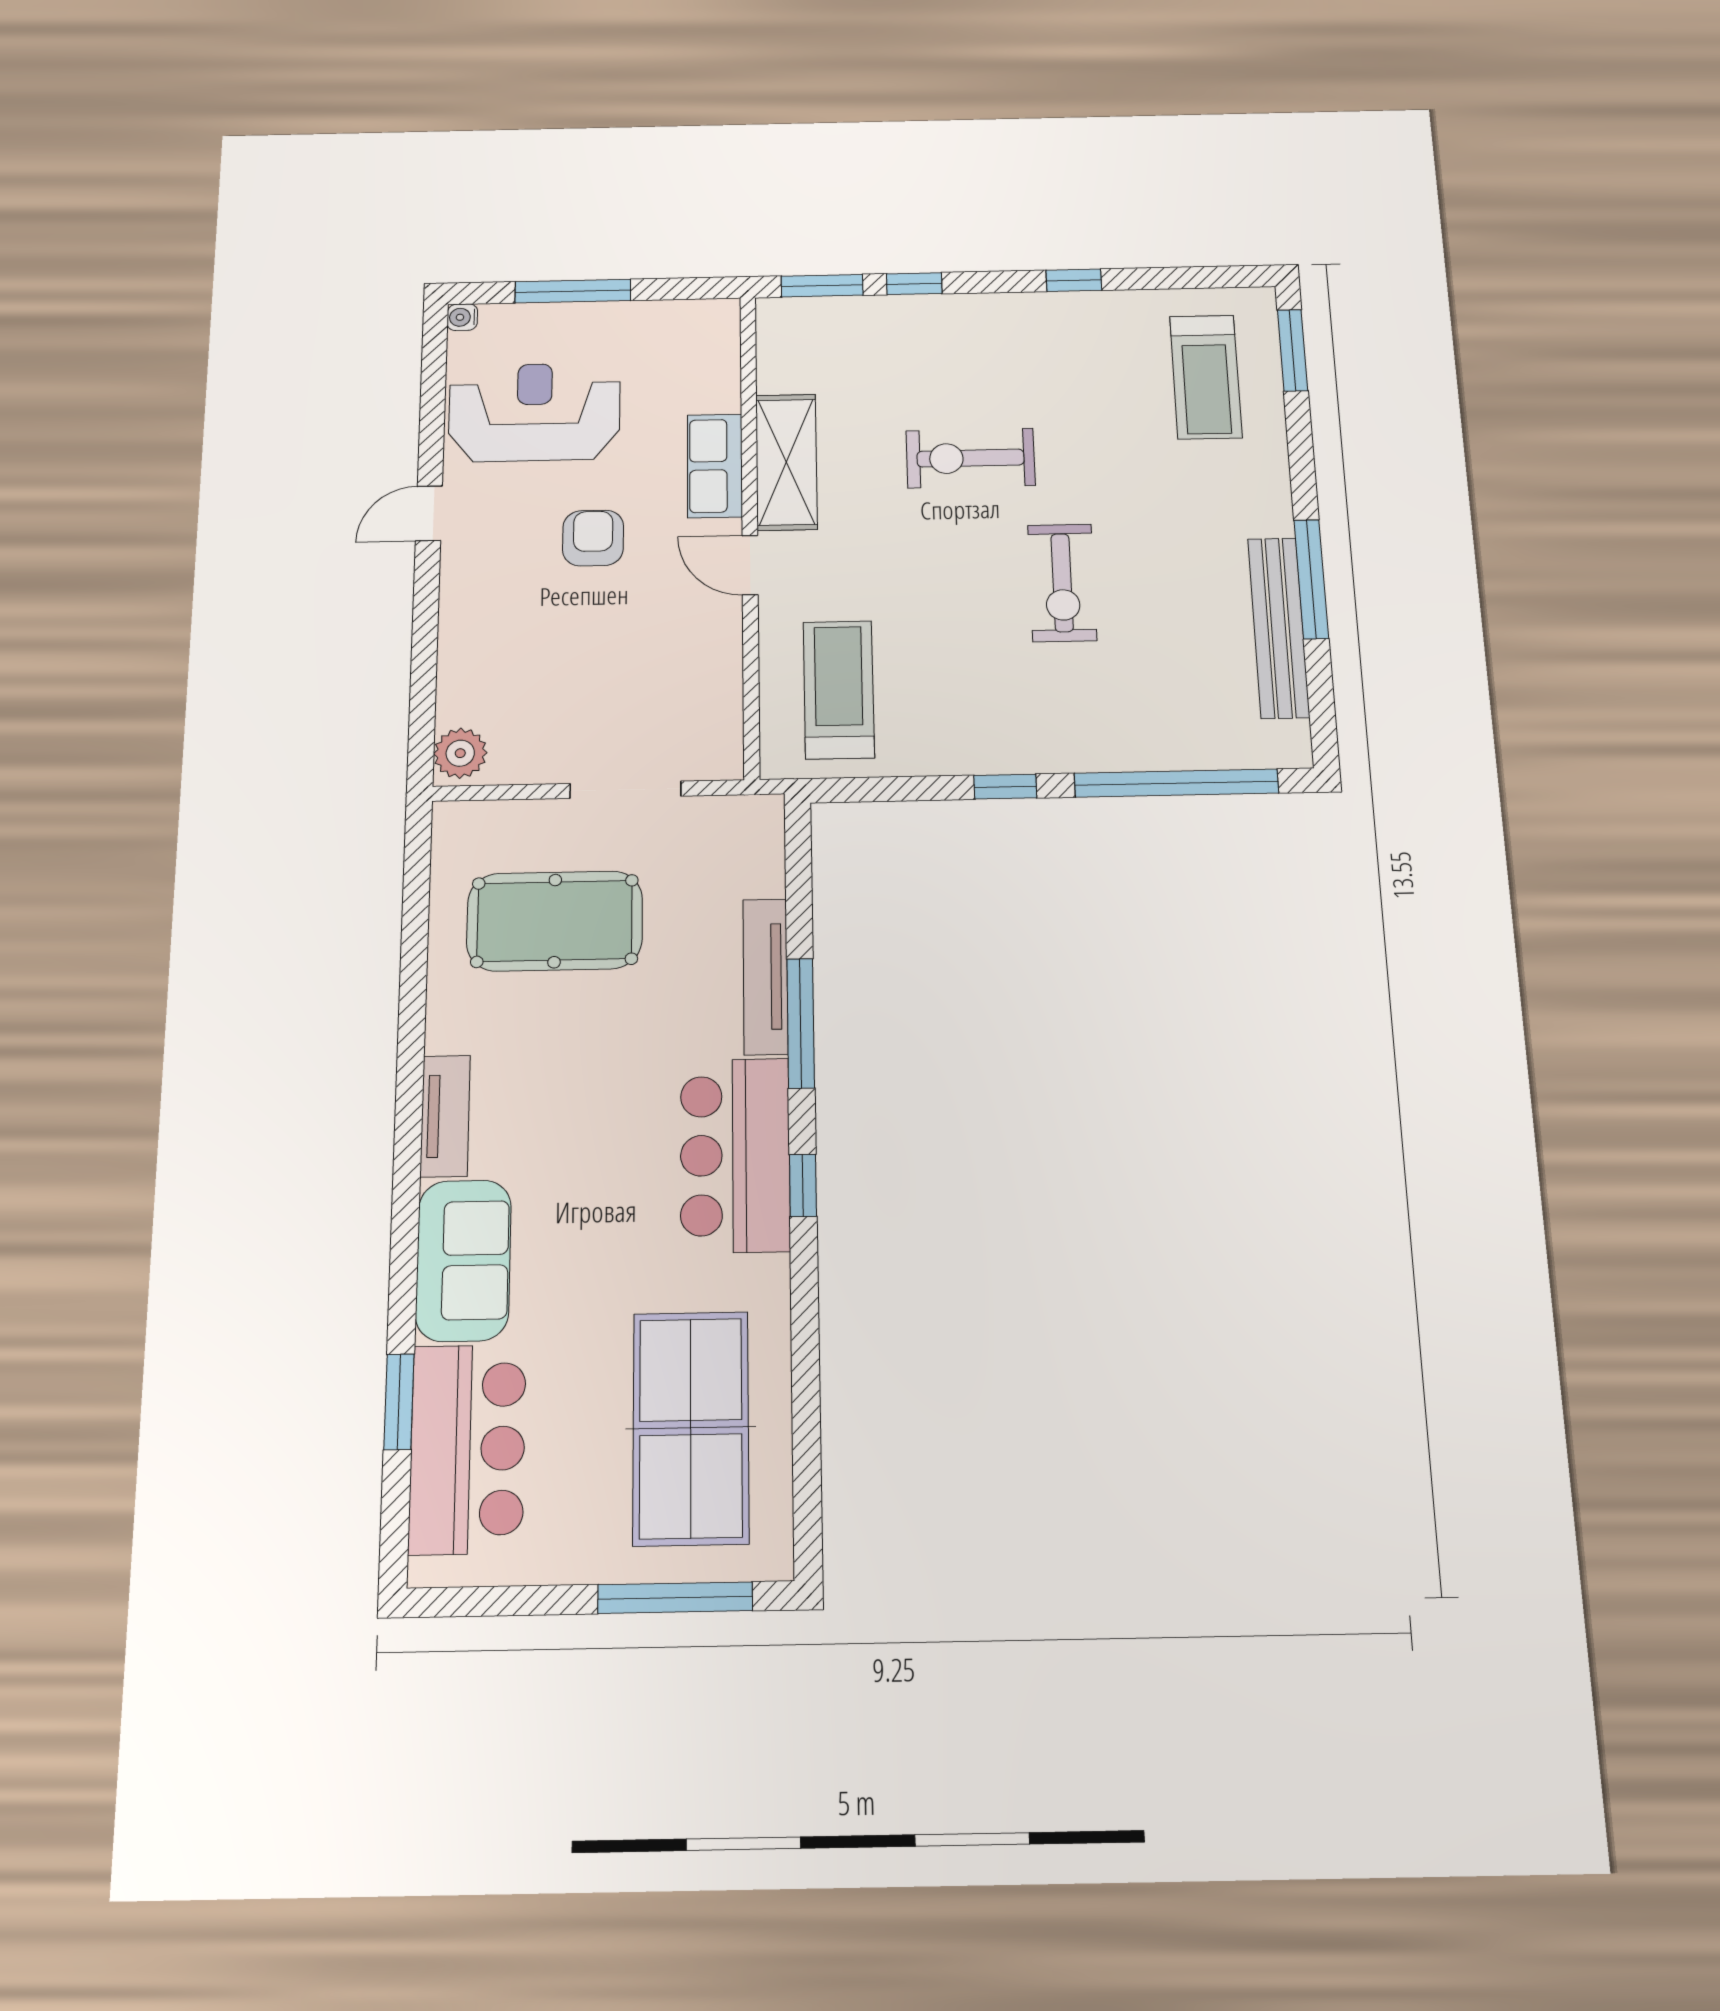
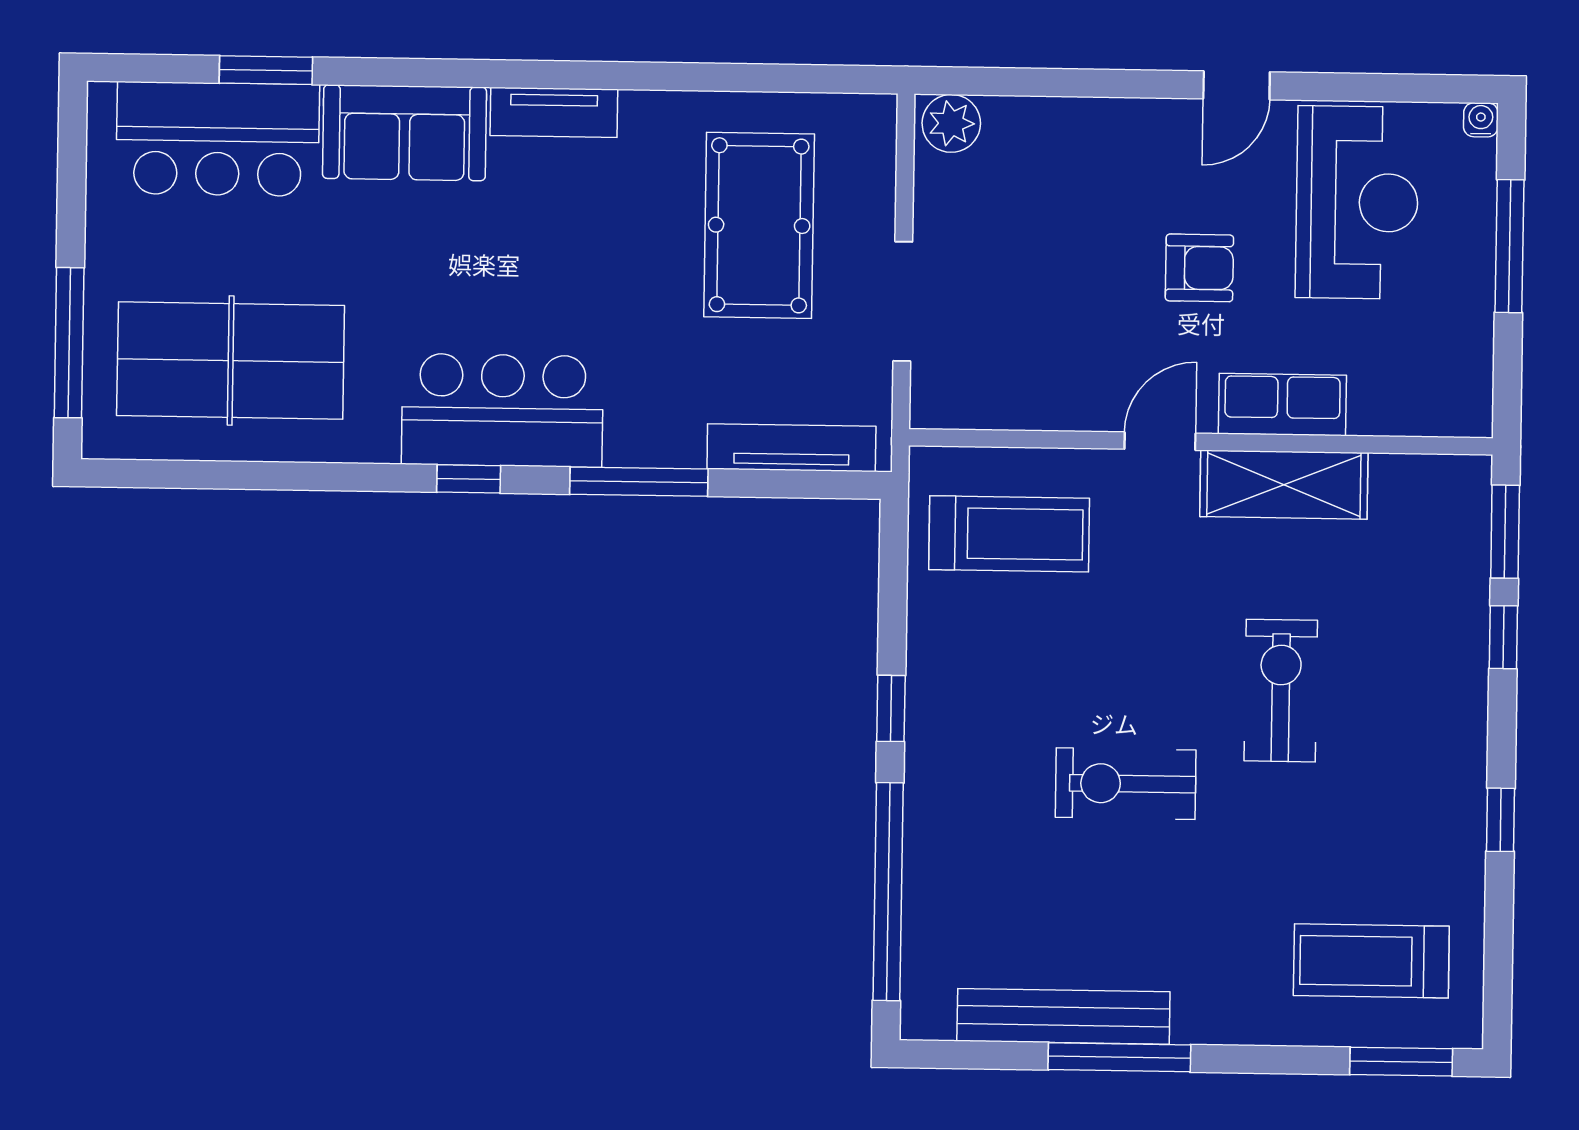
door: (429, 513) -> (1237, 85), swing flipped
tv unit: (765, 976) -> (791, 448), moved

